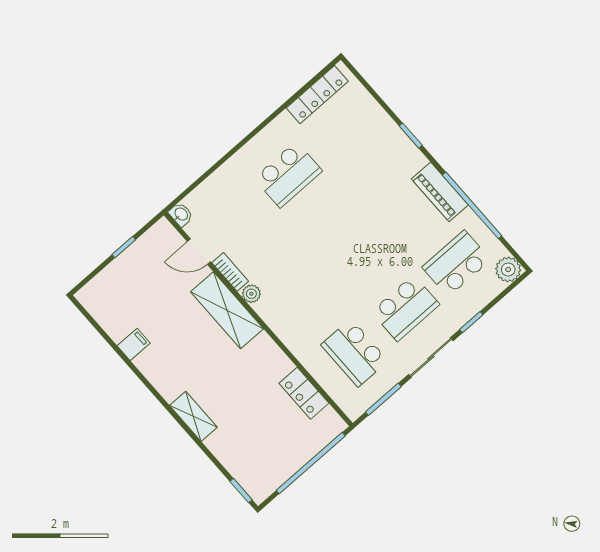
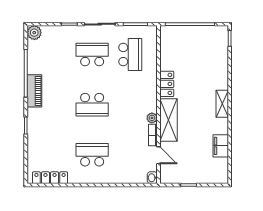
school desk: (456, 263) -> (92, 105), moved
filing cabinet: (134, 344) -> (221, 146), width x2.00
locker: (304, 393) -> (167, 84), moved
shelving: (193, 416) -> (222, 104), moved

